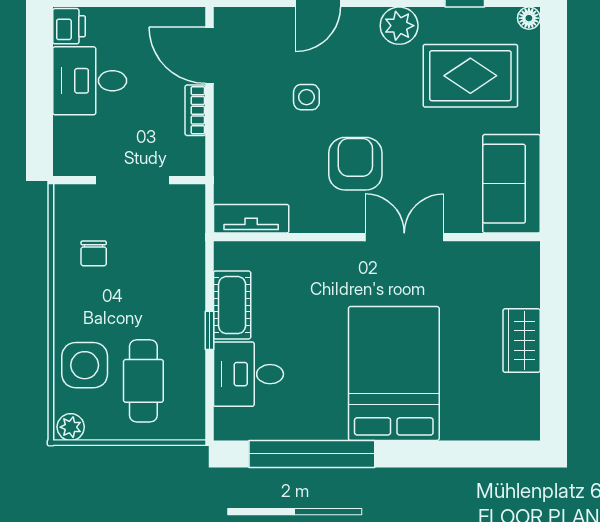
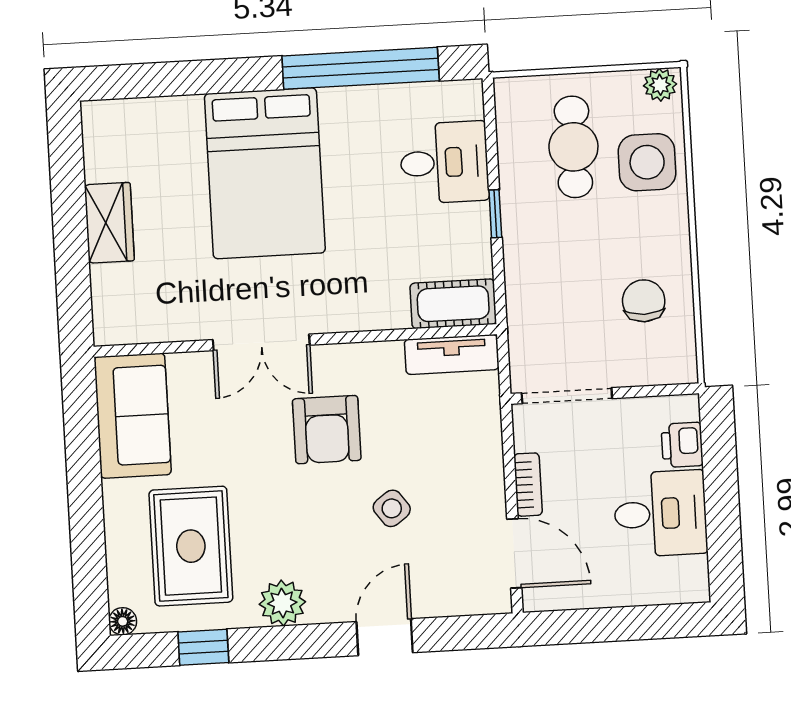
printer: (69, 26) -> (682, 445), moved
rug: (470, 76) -> (191, 546), turned 90
side table: (306, 97) -> (392, 508), turned -36
doorway: (132, 180) -> (567, 396), moved
chair: (94, 253) -> (644, 301), width x1.37, depth x1.37
cot: (232, 305) -> (453, 304), moved, turned 90

